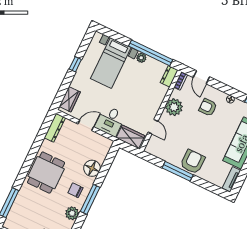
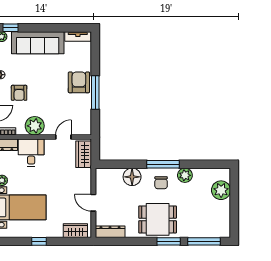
desk: (110, 121) -> (31, 153), moved, turned -90
armchair: (193, 162) -> (79, 82), turned 90
window: (23, 173) -> (169, 241), added

